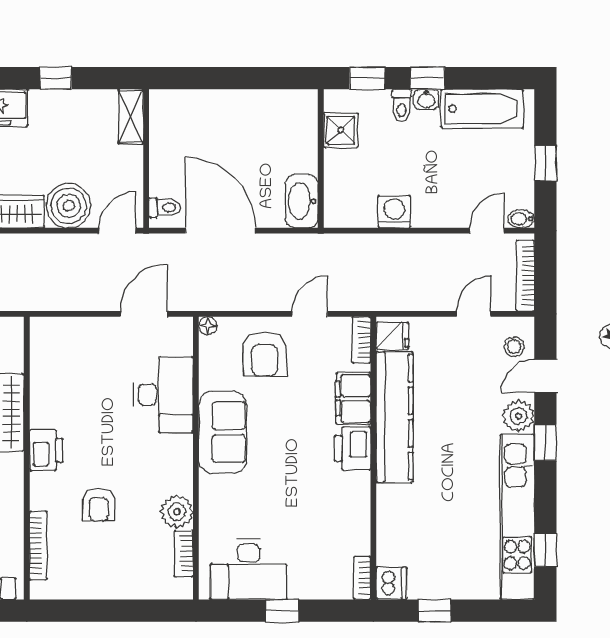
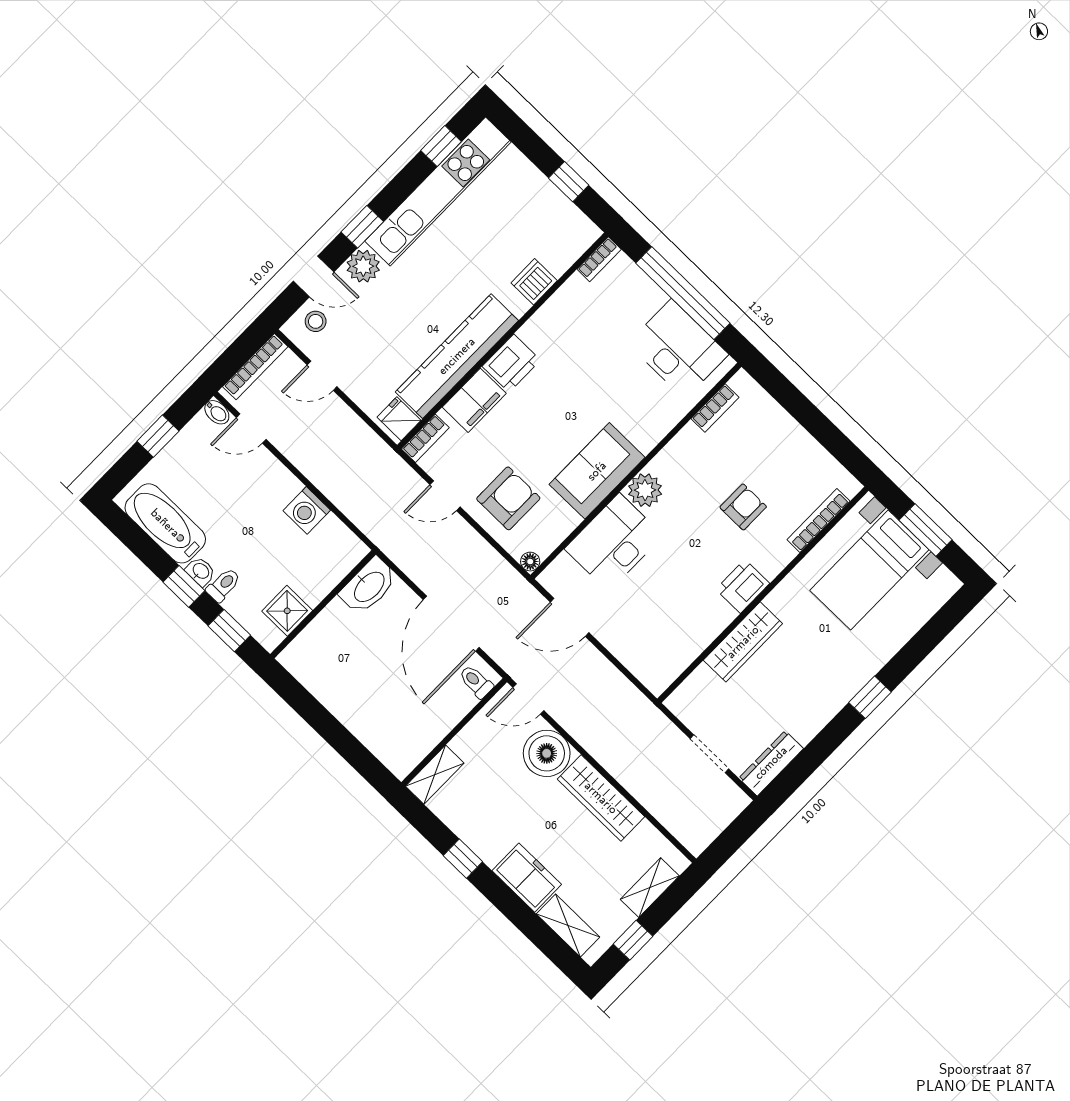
plant: (177, 512) -> (645, 490), moved
dishwasher: (391, 583) -> (534, 282), moved
window: (282, 611) -> (683, 293), width x3.17

